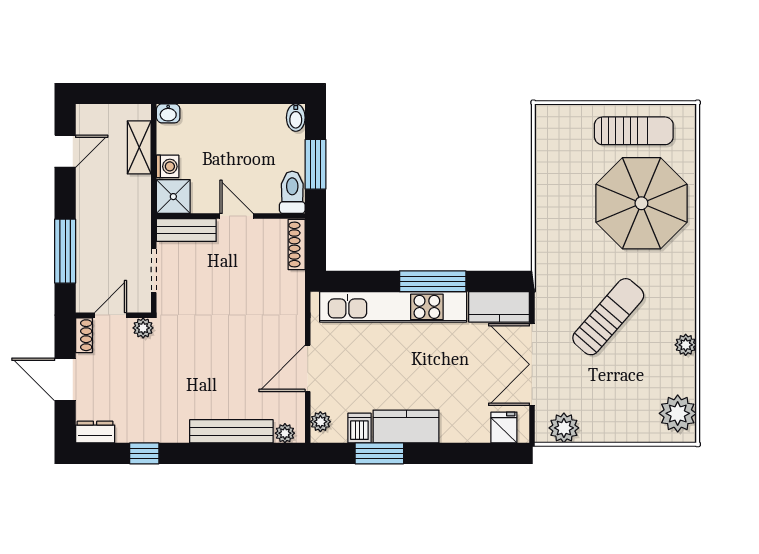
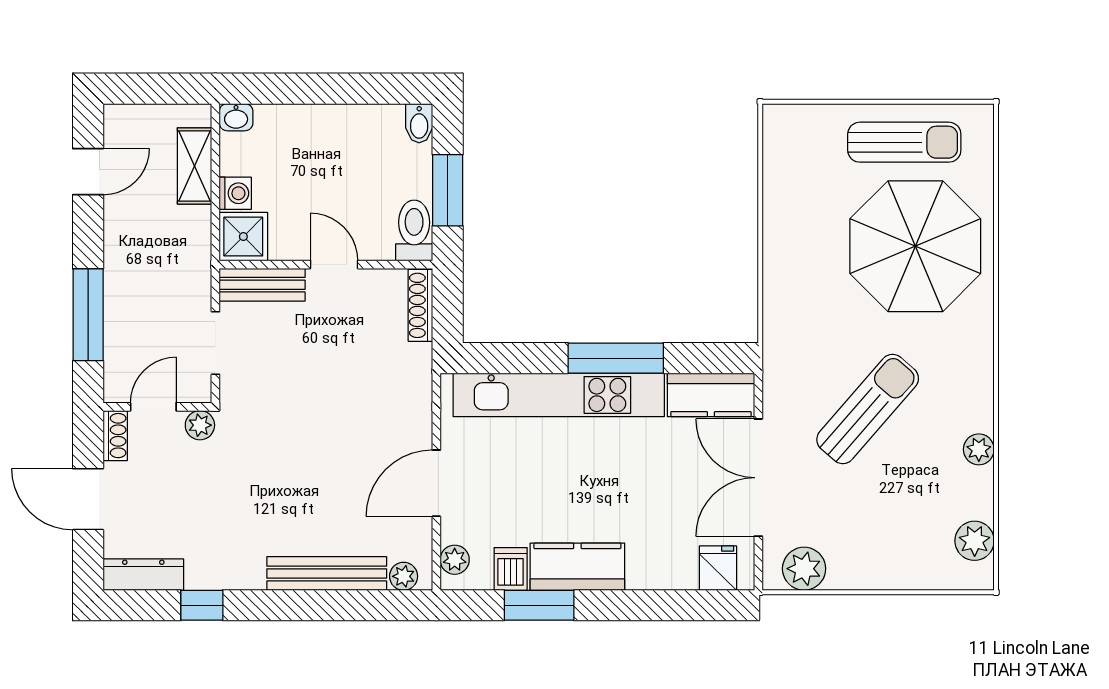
plant: (678, 413) -> (975, 541), width x0.73, depth x0.73
dresser: (95, 432) -> (143, 575), width x1.44

